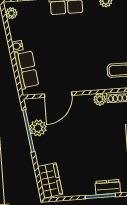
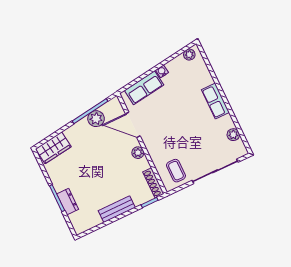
plant: (100, 99) -> (138, 153), moved

